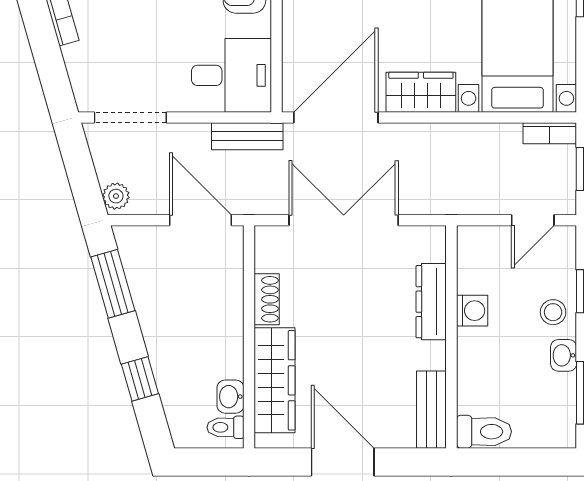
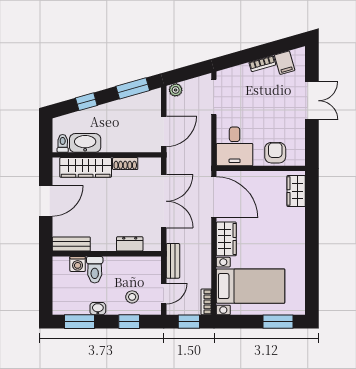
bench: (247, 136) -> (173, 261), moved
door: (533, 220) -> (164, 293), swing flipped
dresser: (431, 302) -> (130, 244), width x0.70
washing machine: (472, 311) -> (78, 264), moved
stool: (553, 312) -> (132, 297), moved
washbasin: (231, 397) -> (85, 143), width x1.91, depth x1.45
toilet: (484, 432) -> (95, 270), moved

